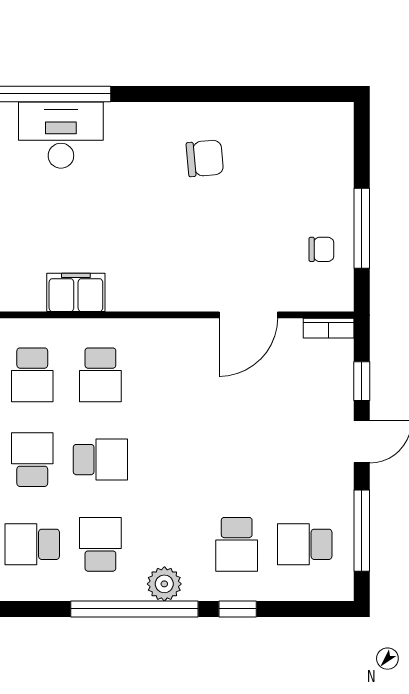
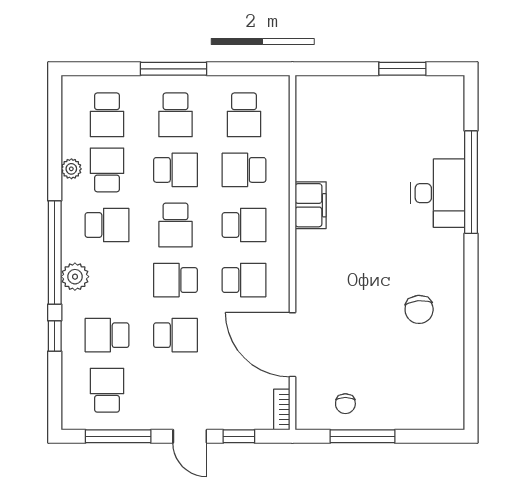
door: (248, 315) -> (292, 345), width x1.36
school desk: (100, 375) -> (244, 225), turned 180
school desk: (169, 375) -> (244, 280), added
school desk: (169, 460) -> (176, 280), added
school desk: (237, 460) -> (176, 335), added
plant: (31, 588) -> (71, 169), added

